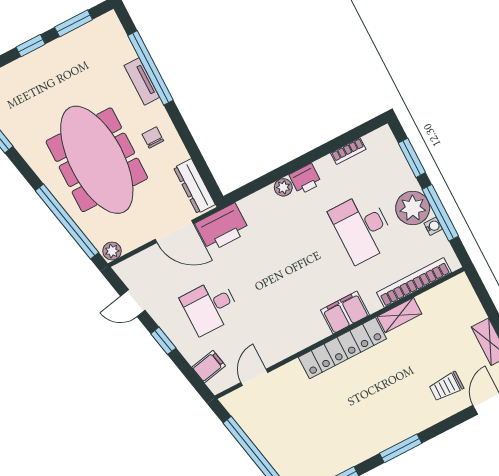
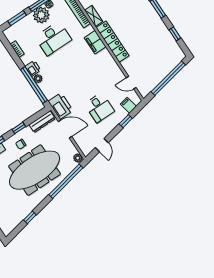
window: (186, 137) -> (19, 128), added
window: (271, 178) -> (34, 85), added
door: (174, 231) -> (65, 129), hinge flipped
window: (163, 341) -> (126, 121), moved

